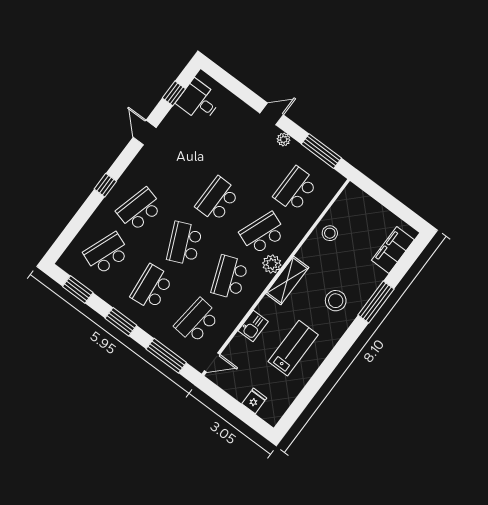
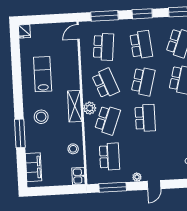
school desk: (185, 243) -> (143, 81), turned 39
kitchen sink: (253, 326) -> (78, 176), moved
lab bench: (293, 348) -> (43, 74), turned 180
fridge: (254, 401) -> (24, 31), moved

